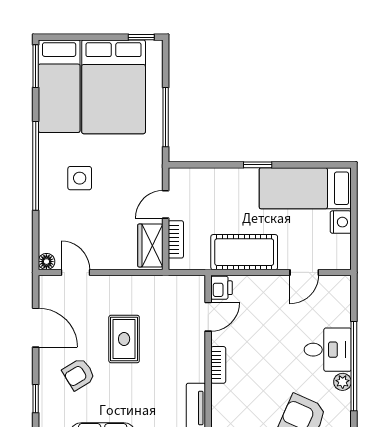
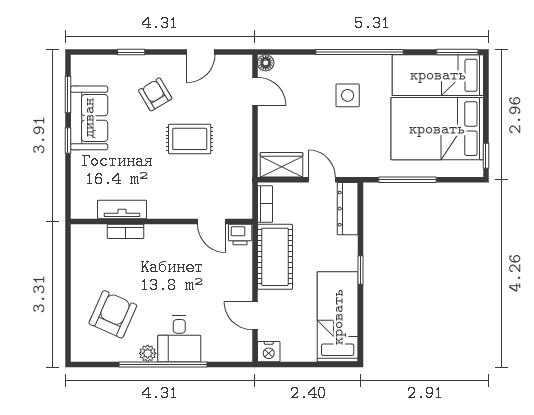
dresser: (195, 178) -> (348, 209), added
nightstand: (341, 222) -> (269, 352), moved
bookcase: (176, 239) -> (265, 204), moved, turned -90
door: (76, 272) -> (255, 91), hinge flipped
door: (36, 328) -> (201, 52), width x0.73
bookcase: (218, 365) -> (126, 231), moved

